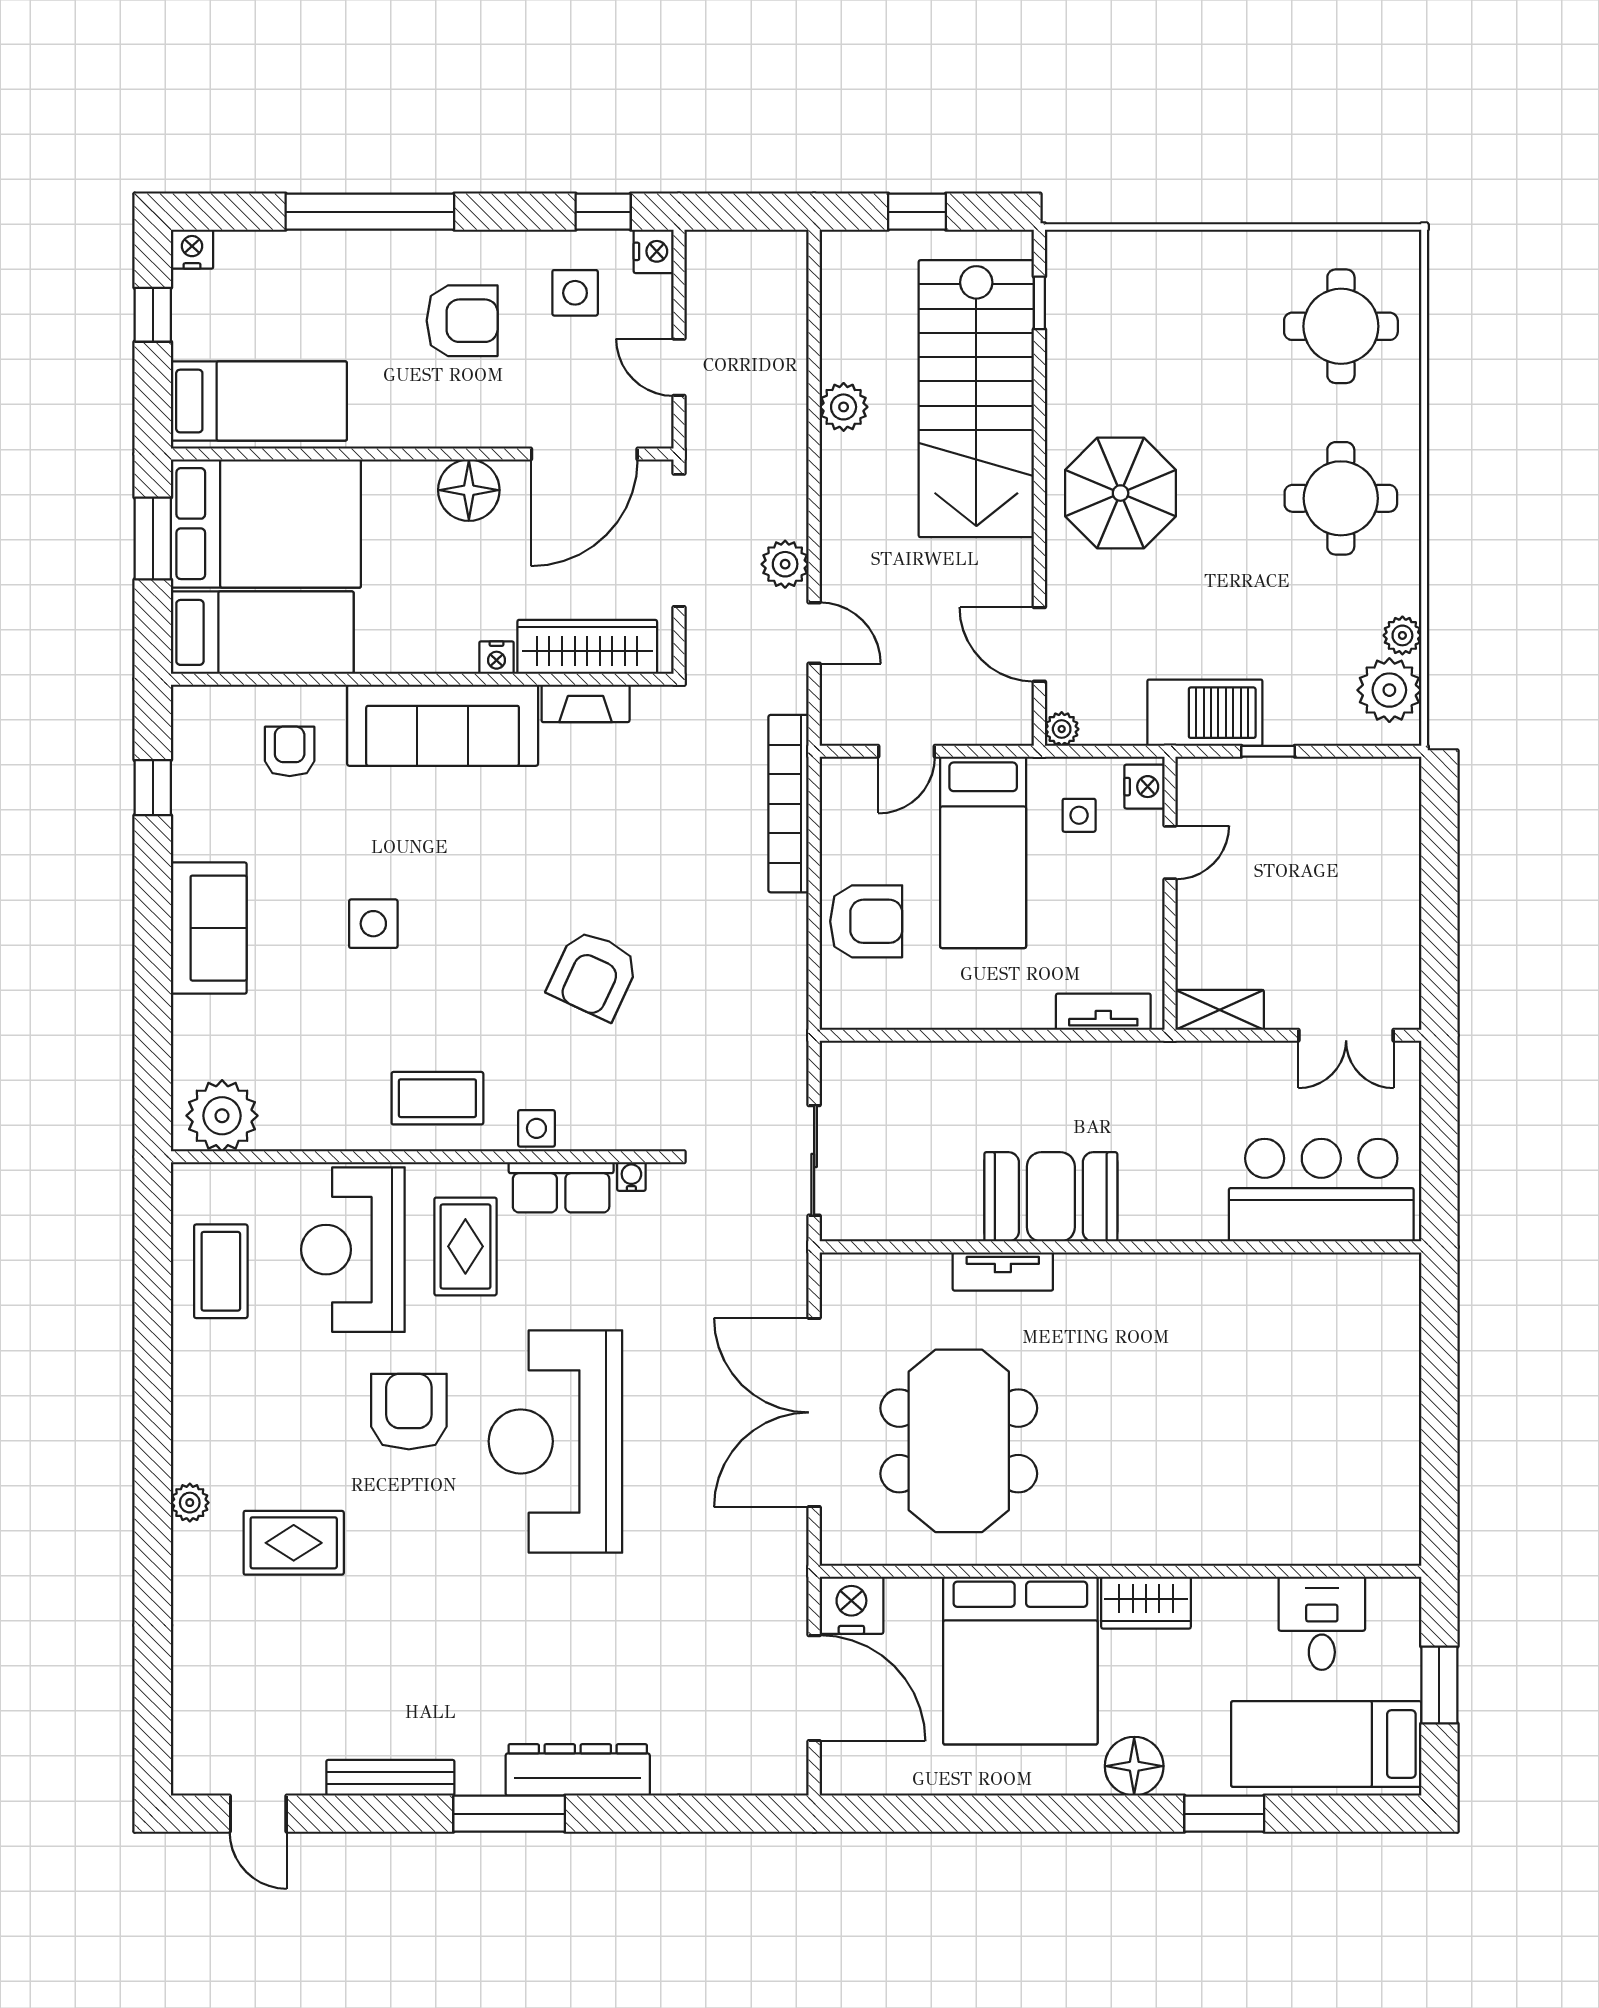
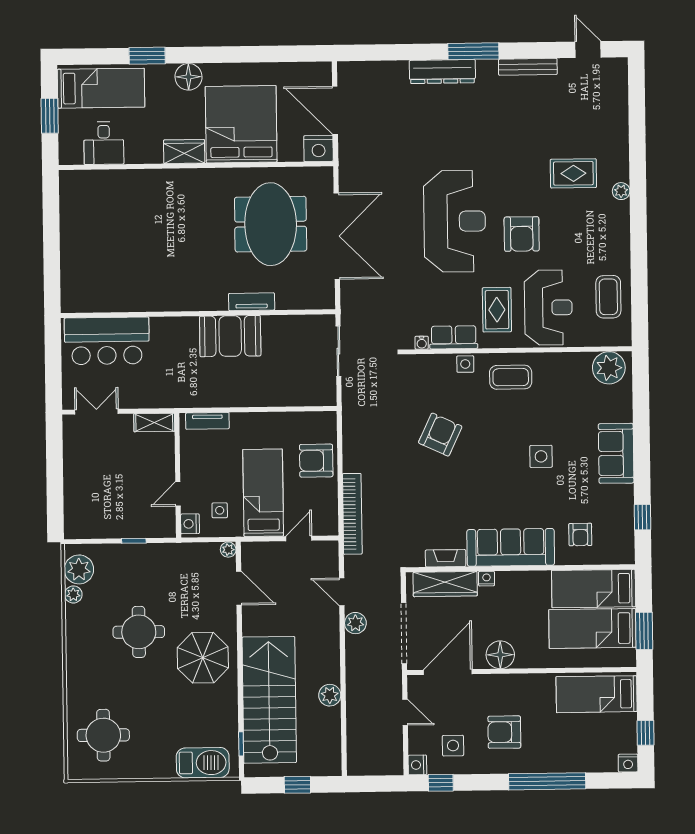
round table: (1341, 498) -> (139, 632), moved
bed: (266, 524) -> (592, 629), width x0.67
barbecue: (1205, 713) -> (203, 763), moved, turned 180

